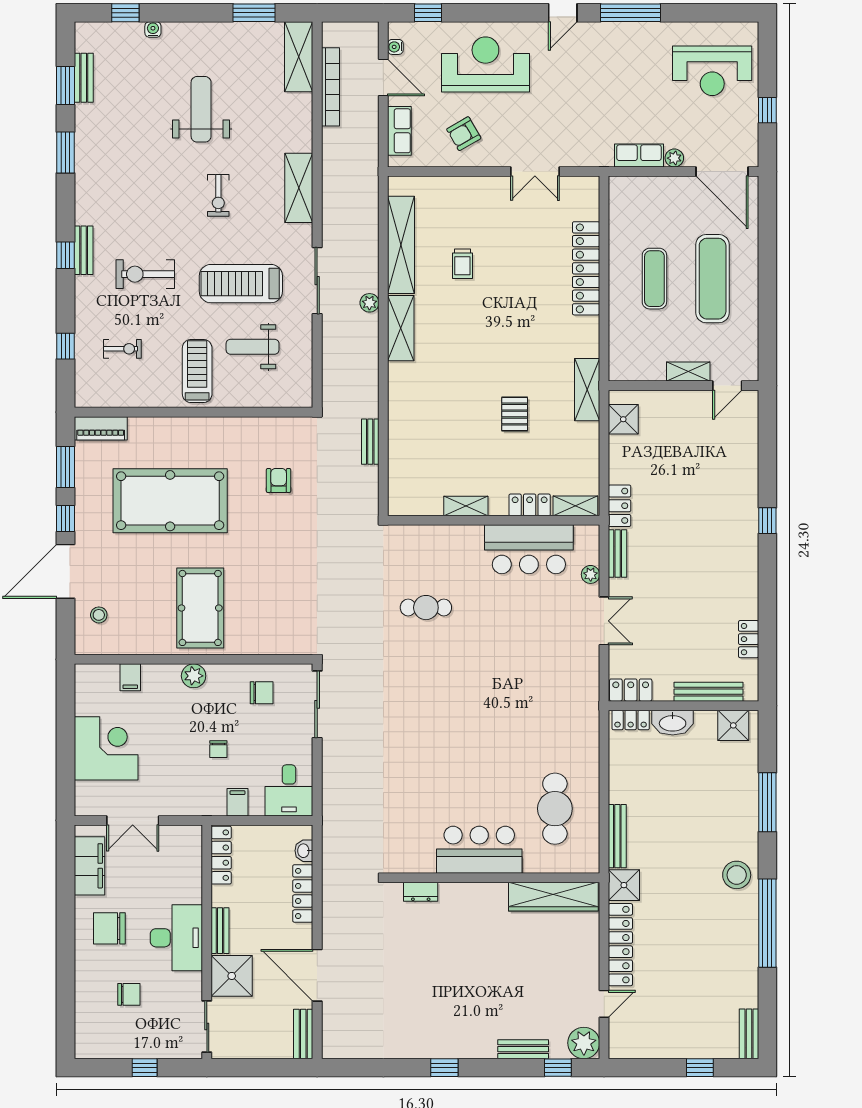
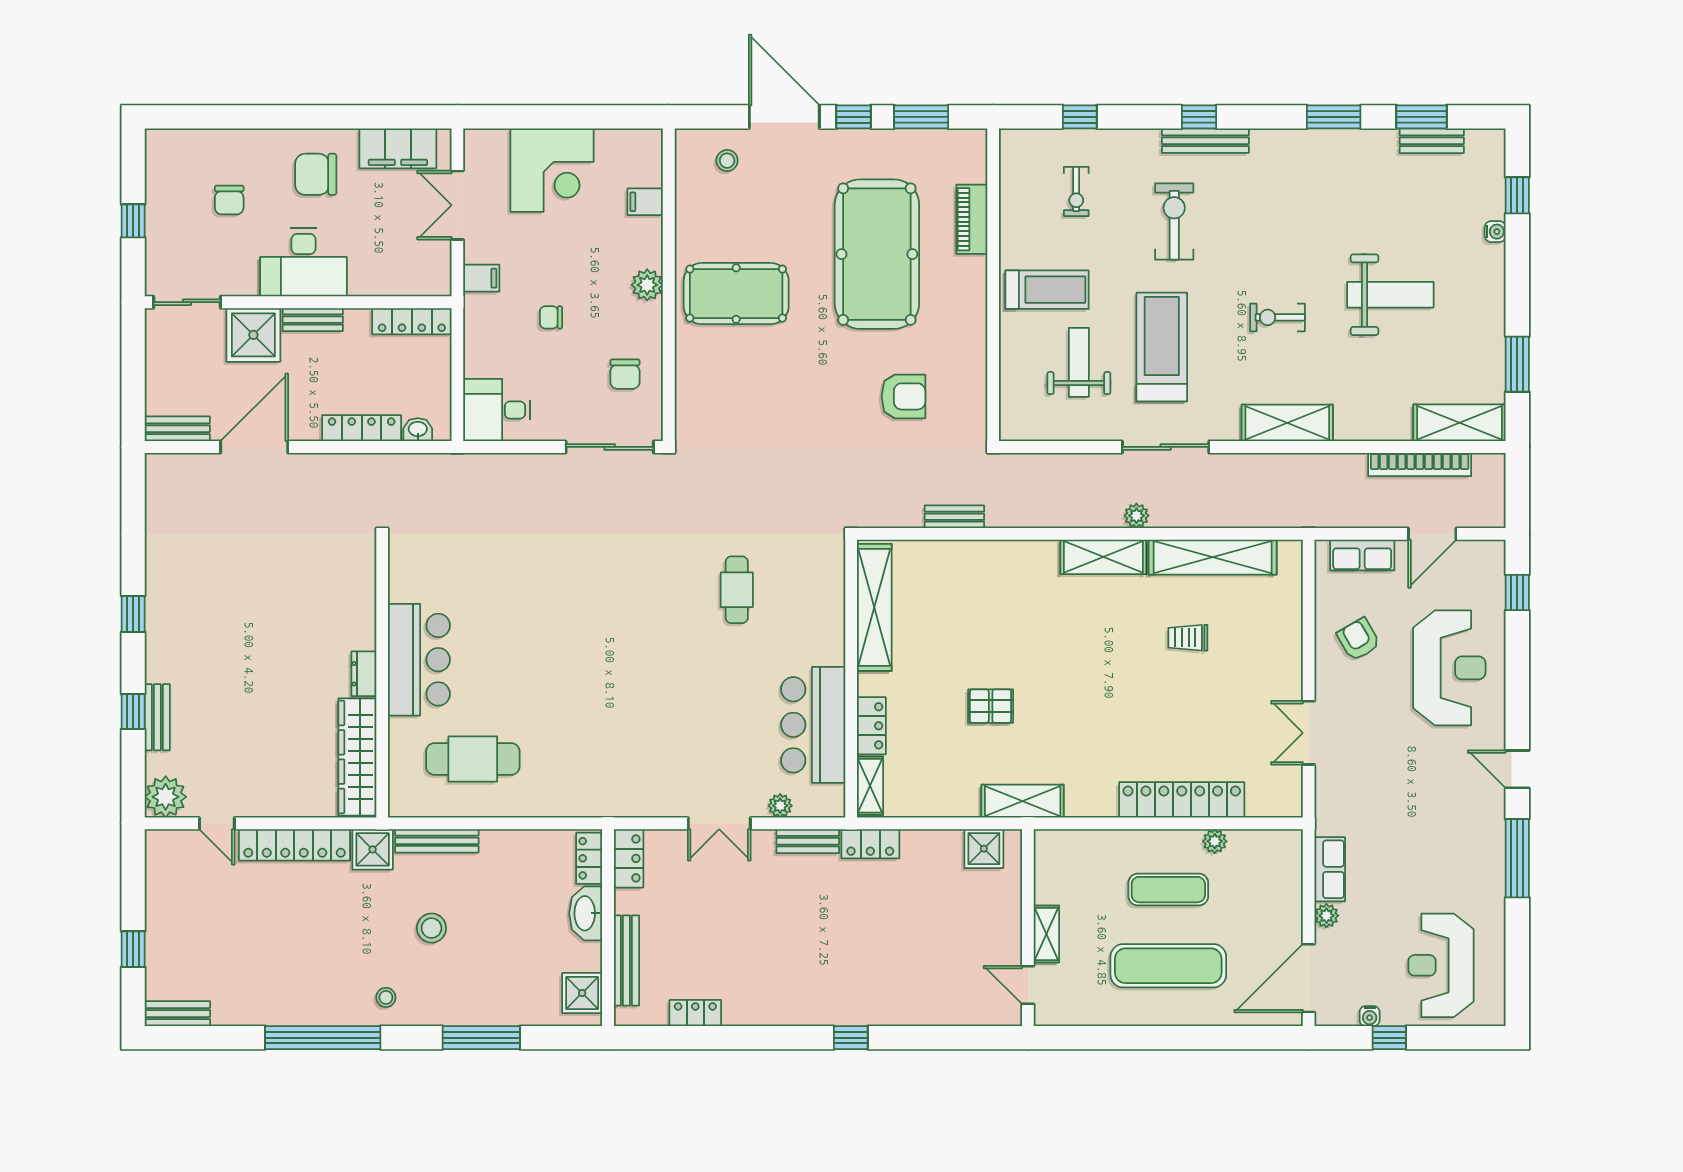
water cooler: (395, 47) -> (1370, 1016), moved, turned 180
plant: (618, 243) -> (1215, 841), added
bench: (84, 250) -> (1205, 141), width x1.36
piano: (101, 428) -> (972, 219), moved
armchair: (279, 480) -> (903, 396), width x1.38, depth x1.38
shelving: (466, 506) -> (874, 607), width x2.20, depth x1.33
filing cabinet: (237, 802) -> (481, 278), moved
stool: (684, 840) -> (431, 928), added
stool: (737, 875) -> (386, 997), width x0.53, depth x0.53
dresser: (421, 892) -> (364, 674), moved
chair: (109, 928) -> (316, 174), turned -90
window: (558, 1068) -> (133, 712), moved

